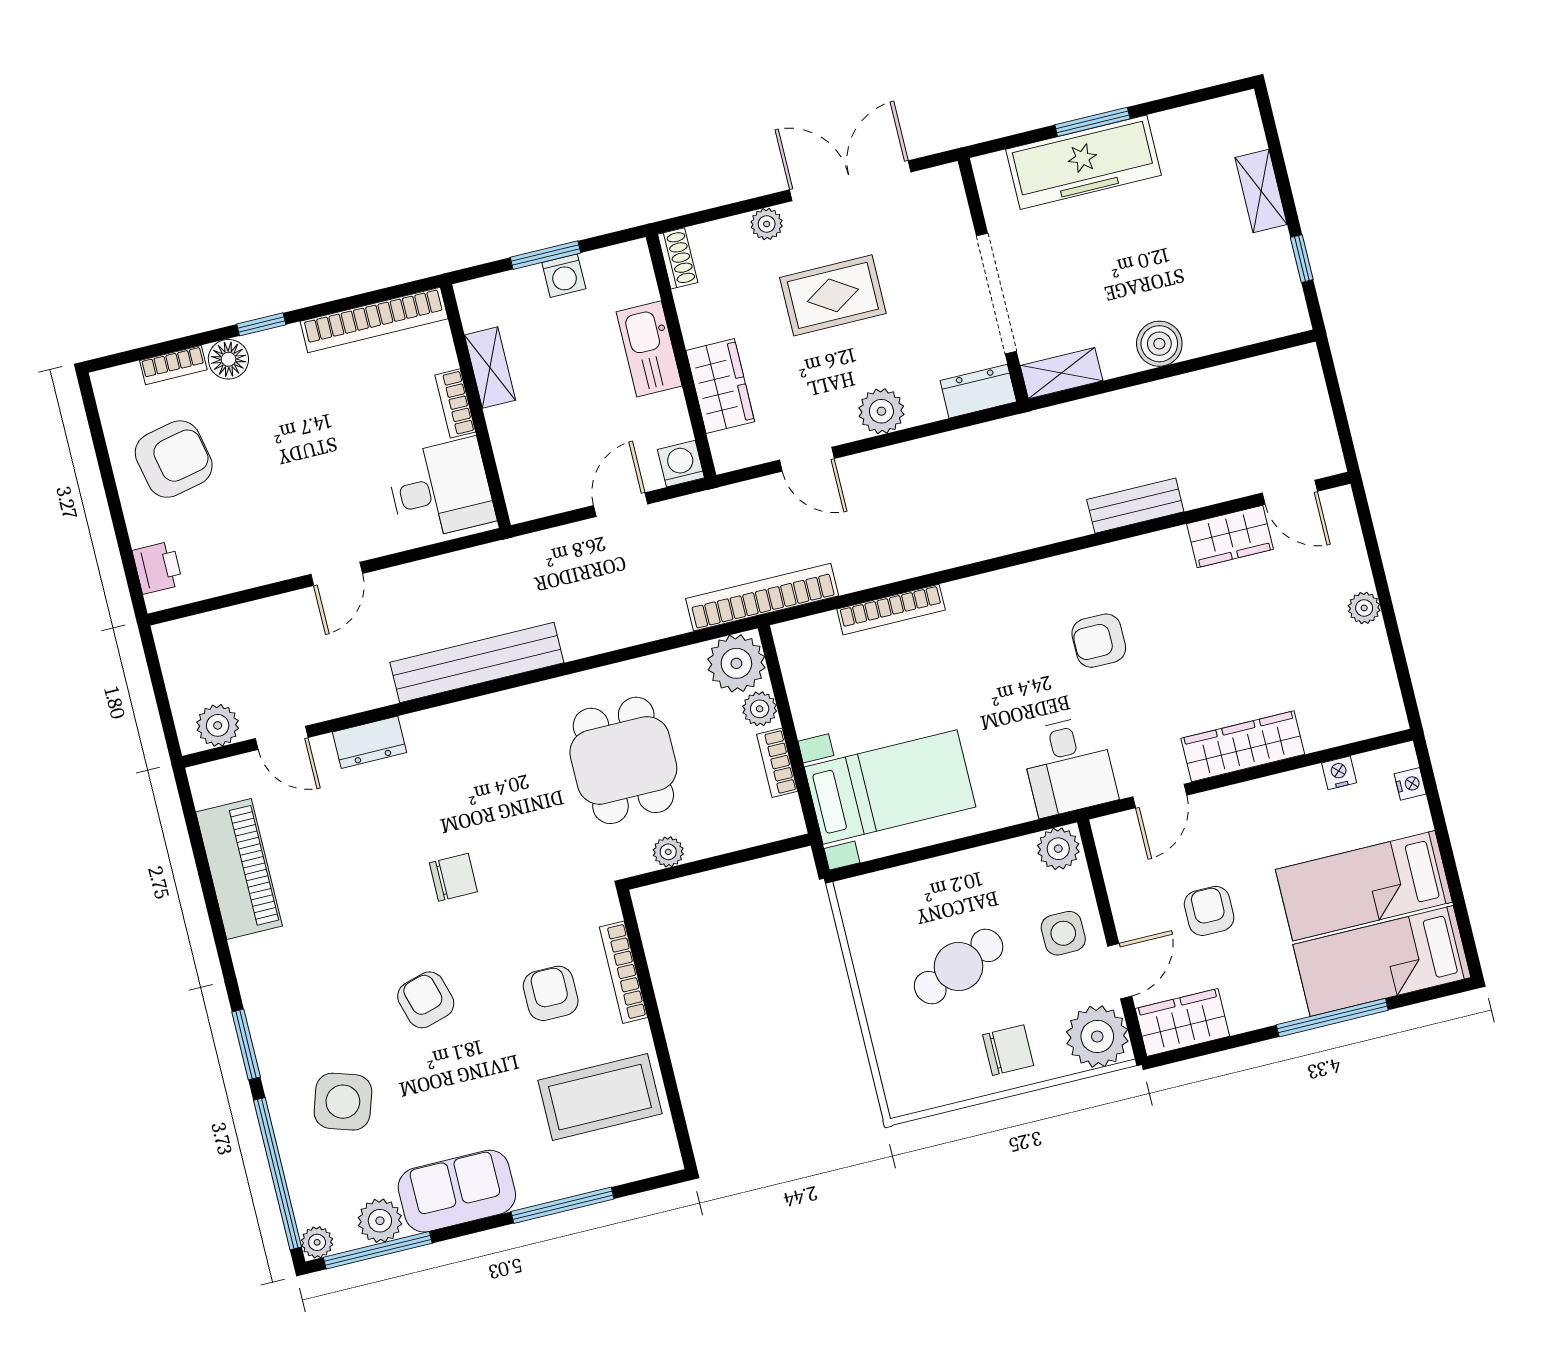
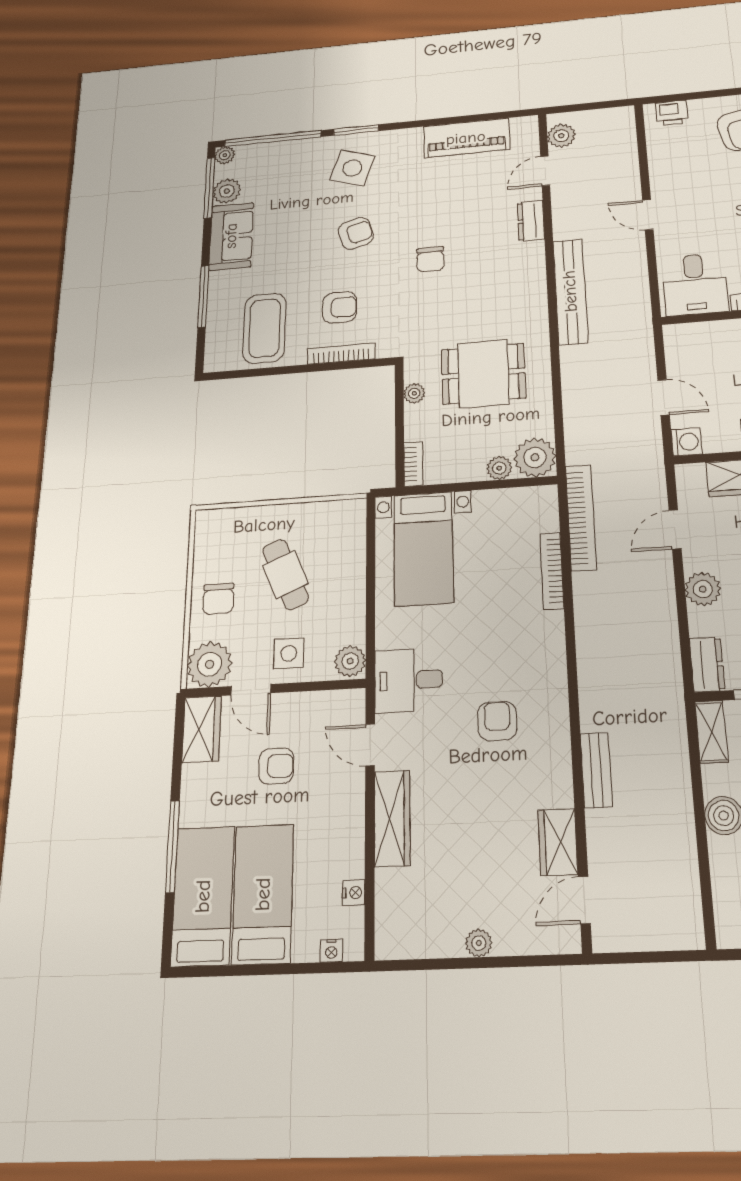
bookcase: (762, 597) -> (581, 517), moved
bookcase: (777, 763) -> (413, 464), moved, turned 90
side table: (343, 1102) -> (352, 168), moved

